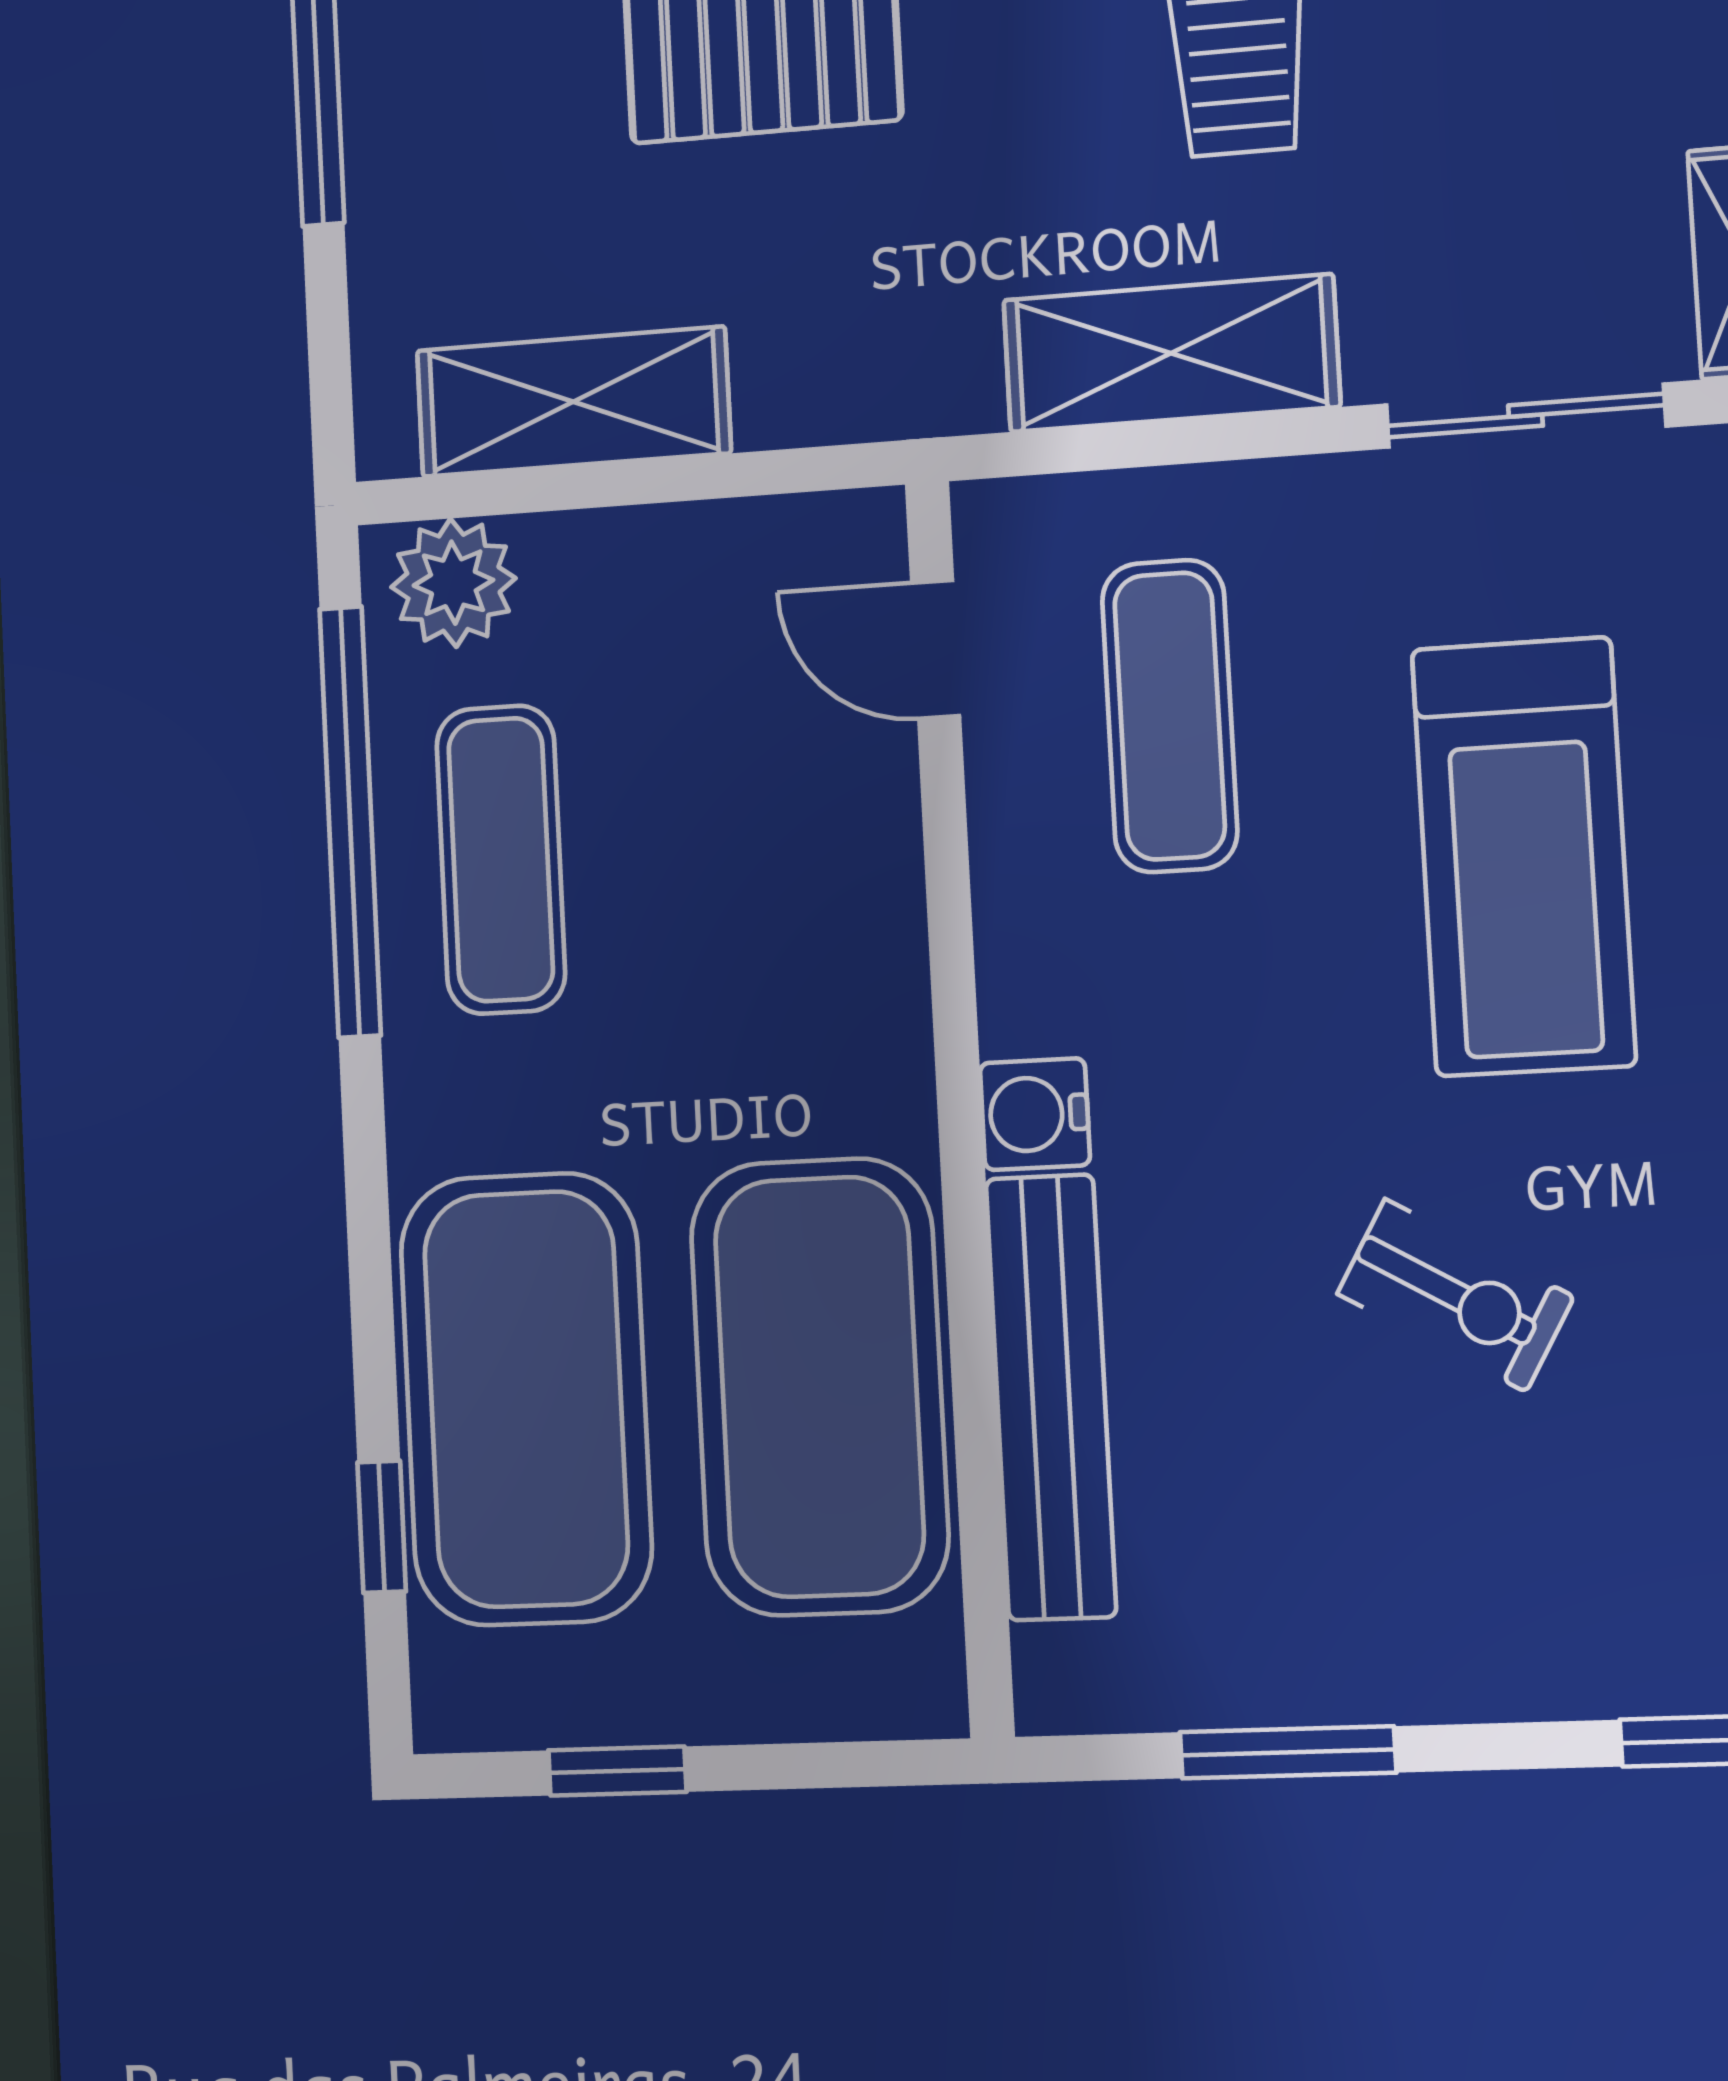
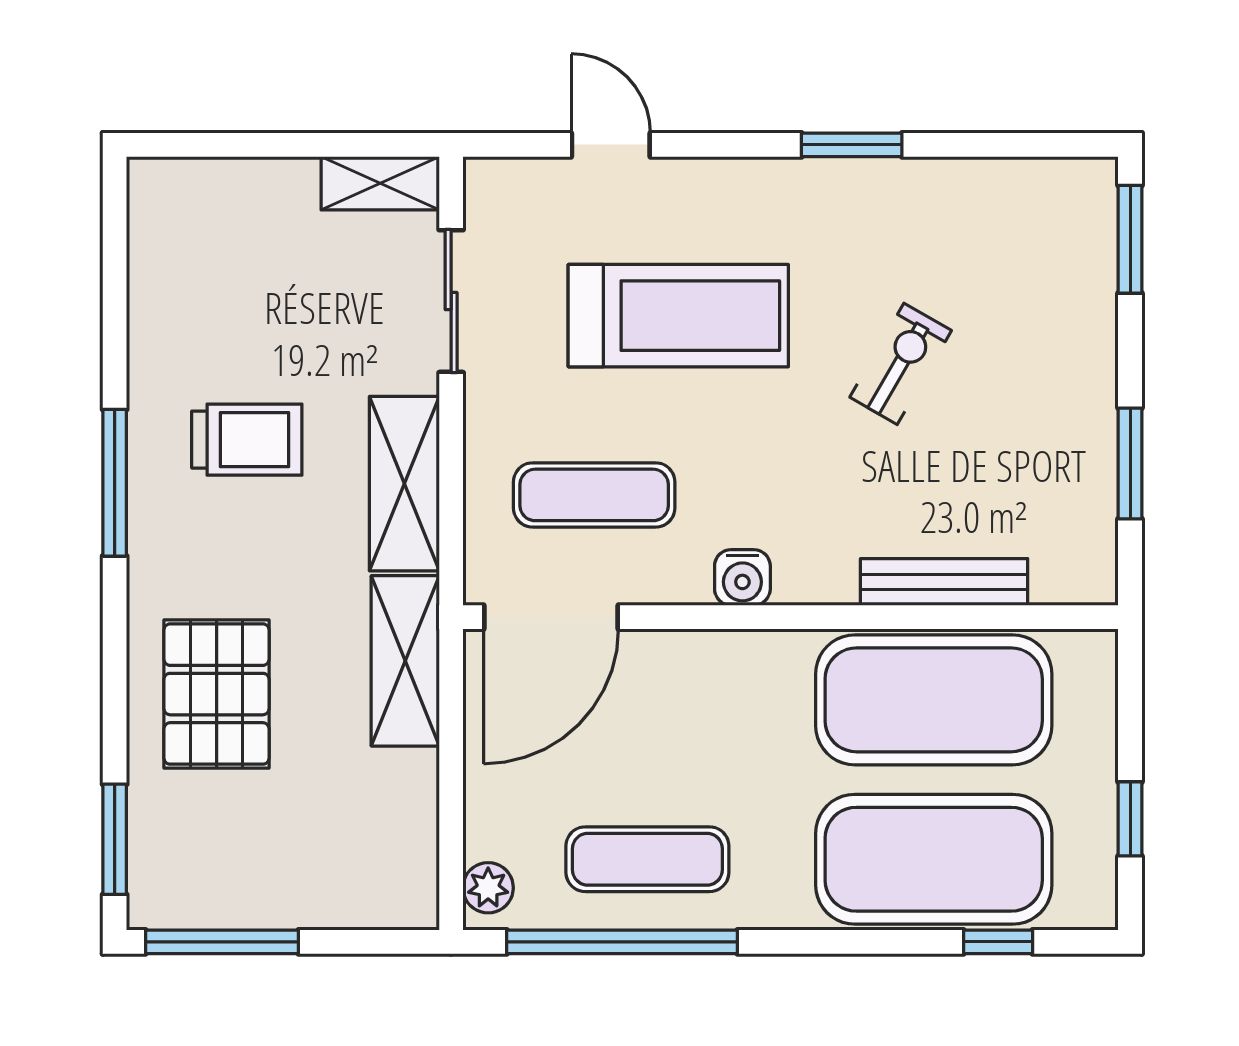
shelving: (573, 402) -> (405, 661), moved
plant: (453, 583) -> (488, 888), width x0.73, depth x0.73
door: (936, 649) -> (551, 617), width x1.87
water cooler: (1035, 1114) -> (742, 577), moved
bench: (1051, 1397) -> (944, 582), width x0.73, depth x0.82

